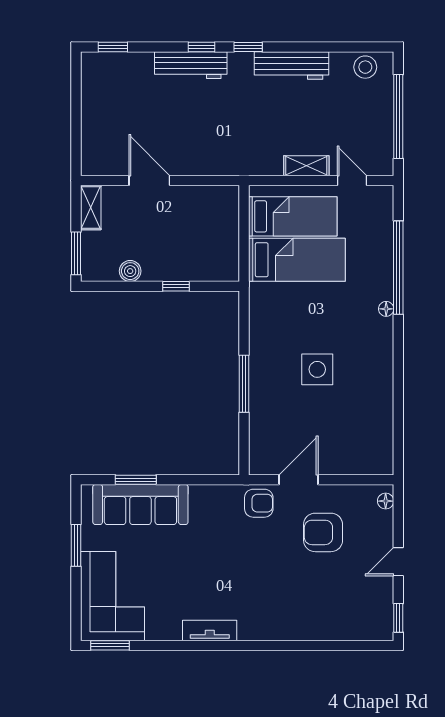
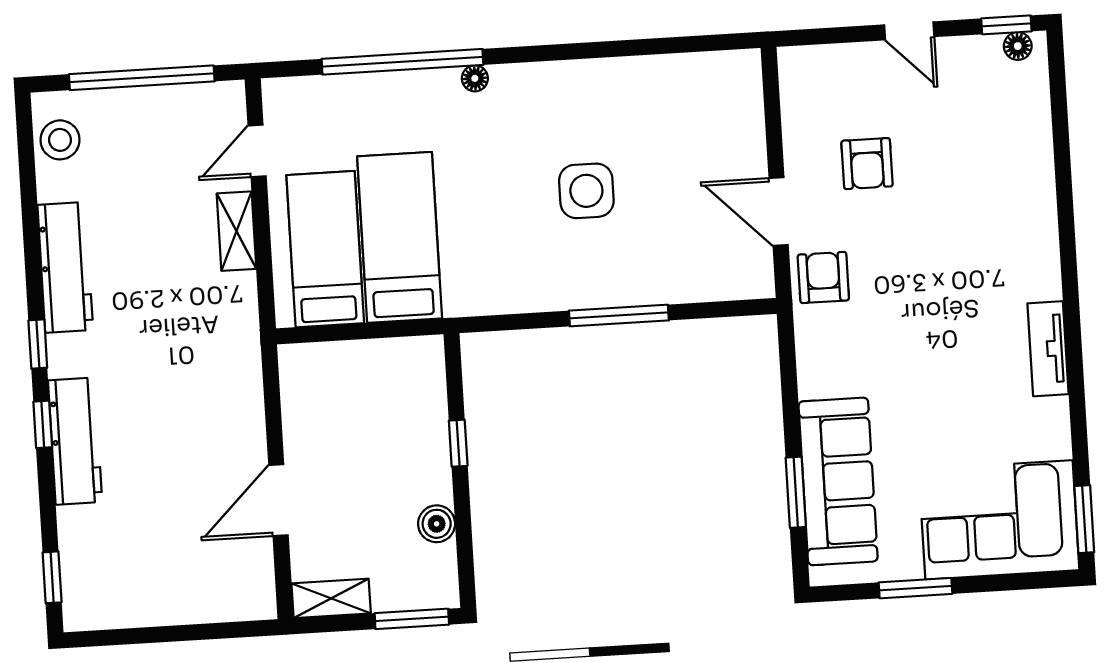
floor lamp: (386, 501) -> (1018, 46), moved
armchair: (323, 532) -> (867, 164), width x0.72, depth x0.72

